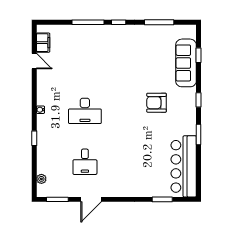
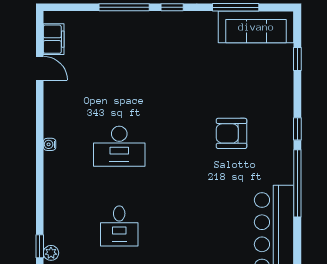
sofa: (186, 63) -> (256, 27), moved, turned -90
window: (198, 135) -> (297, 183), width x2.11
window: (34, 138) -> (40, 246), moved

